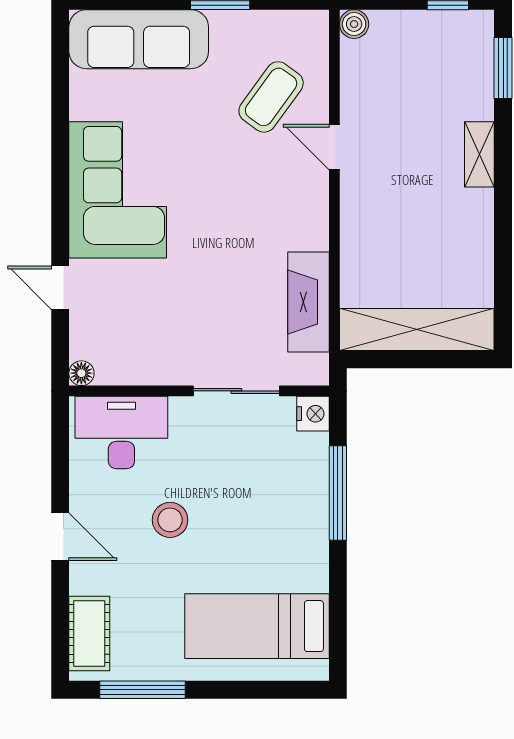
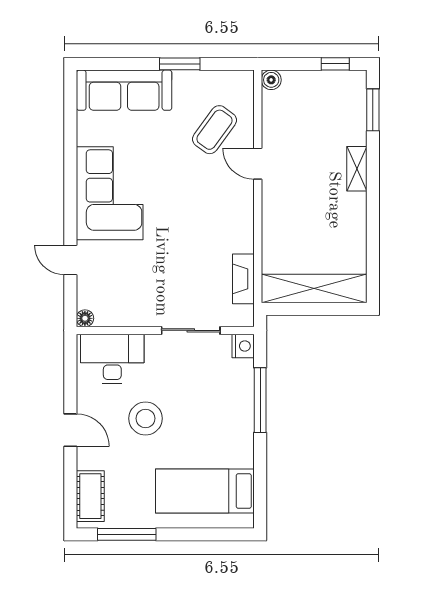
fireplace: (308, 302) -> (243, 279), width x0.73, depth x0.76
stool: (170, 520) -> (146, 418), width x1.38, depth x1.38

